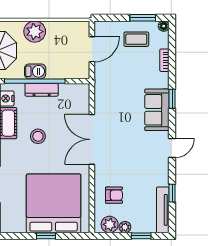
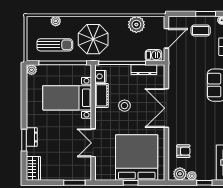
plant: (35, 32) -> (136, 25), moved
barbecue: (35, 71) -> (154, 55), moved
dresser: (42, 90) -> (144, 70), moved

